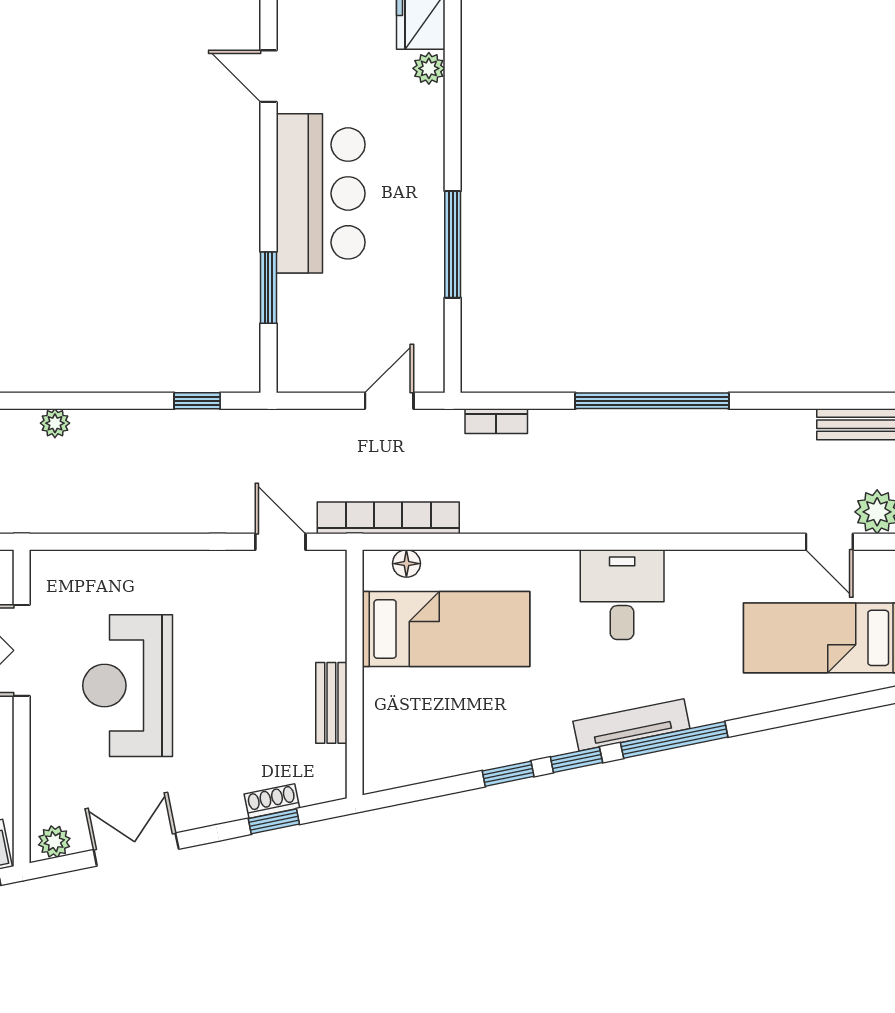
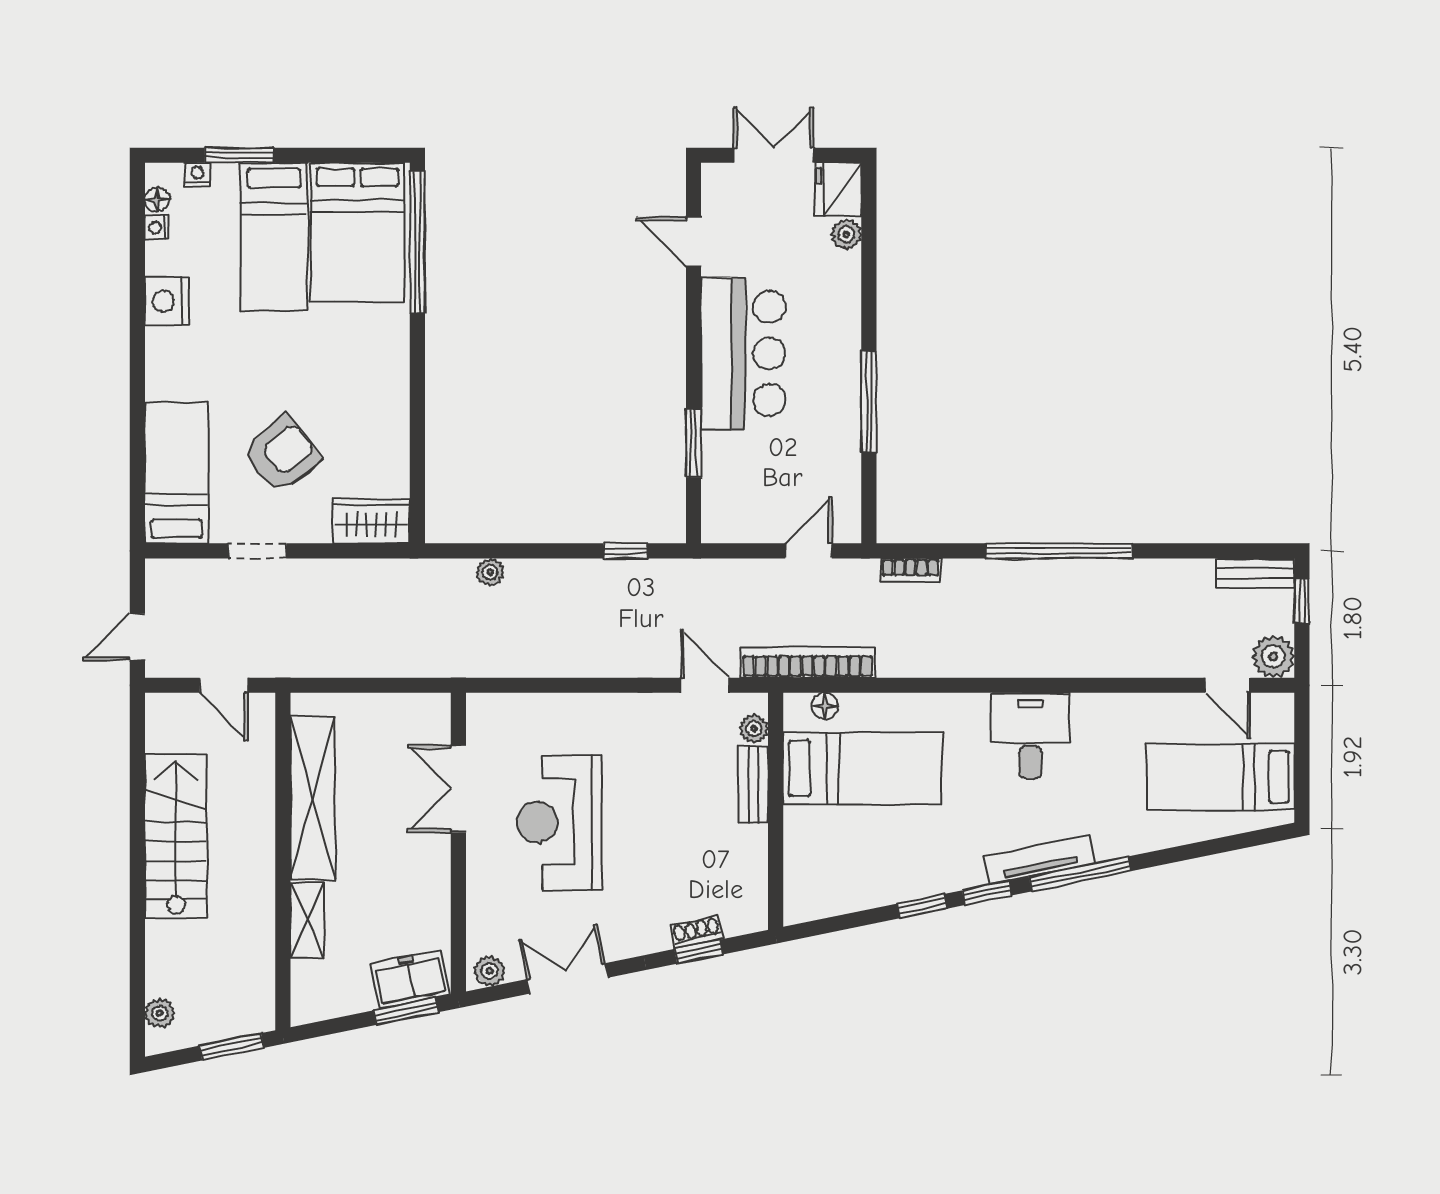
plant: (332, 587) -> (754, 729), added
bench: (331, 703) -> (753, 784), moved

